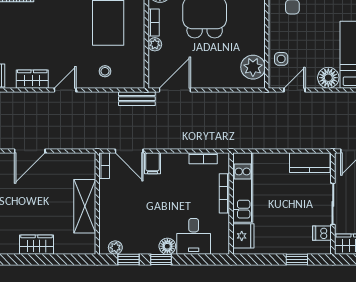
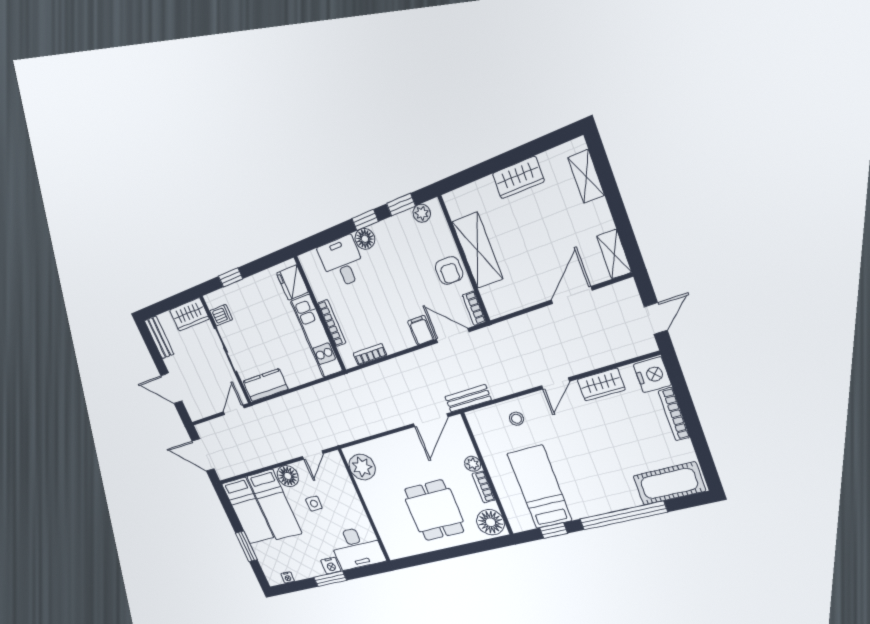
side table: (281, 59) -> (314, 504), moved
armchair: (112, 200) -> (449, 271), added

